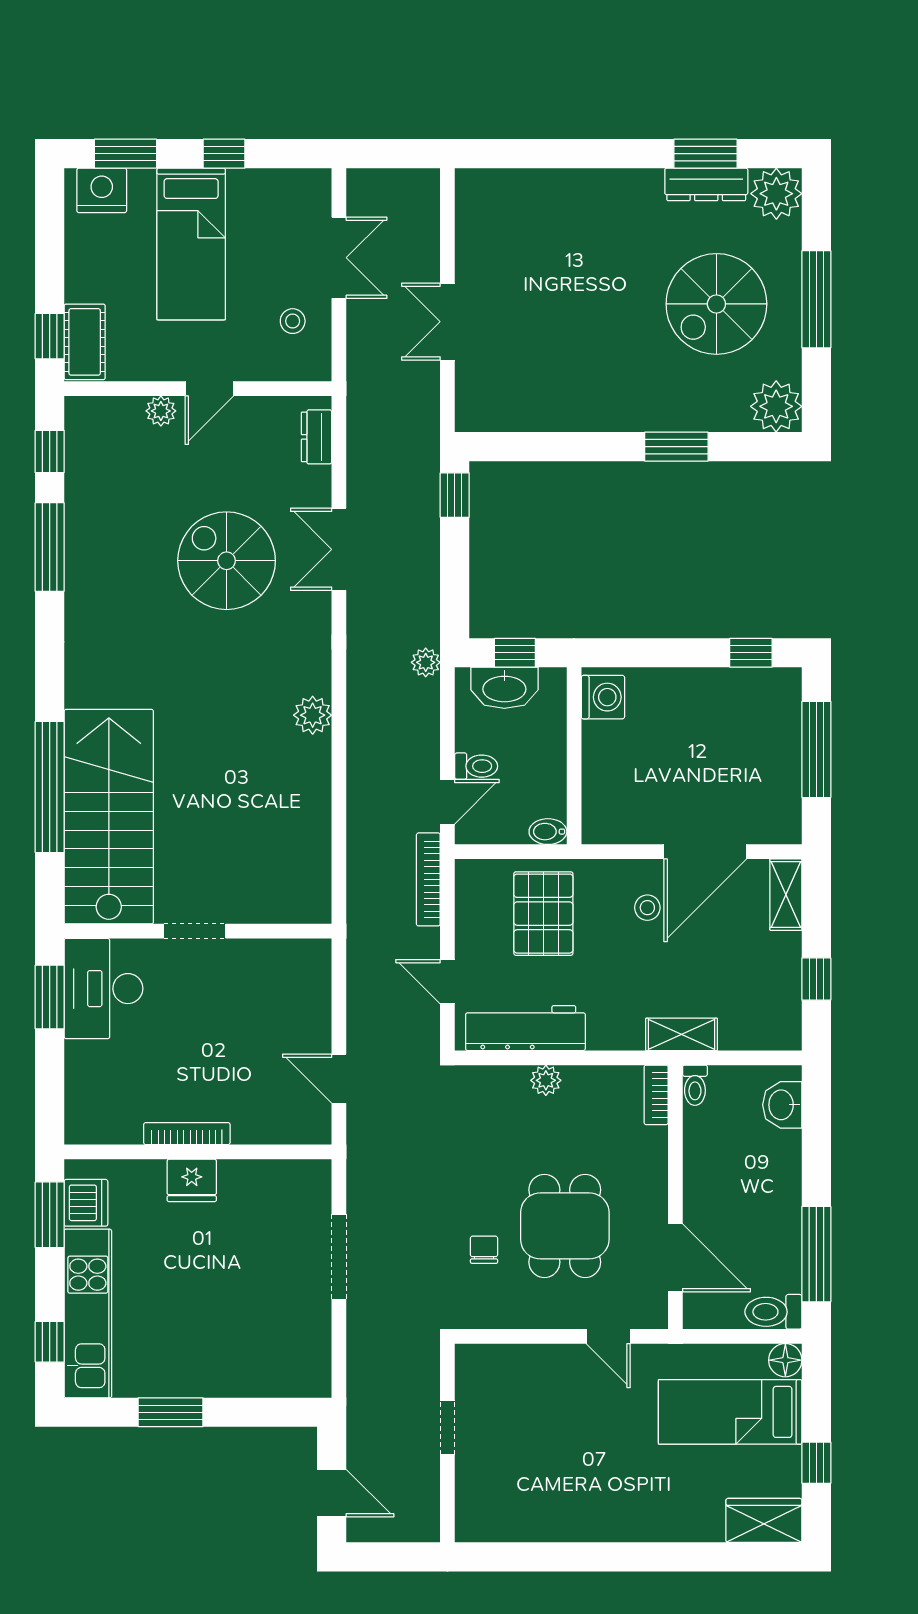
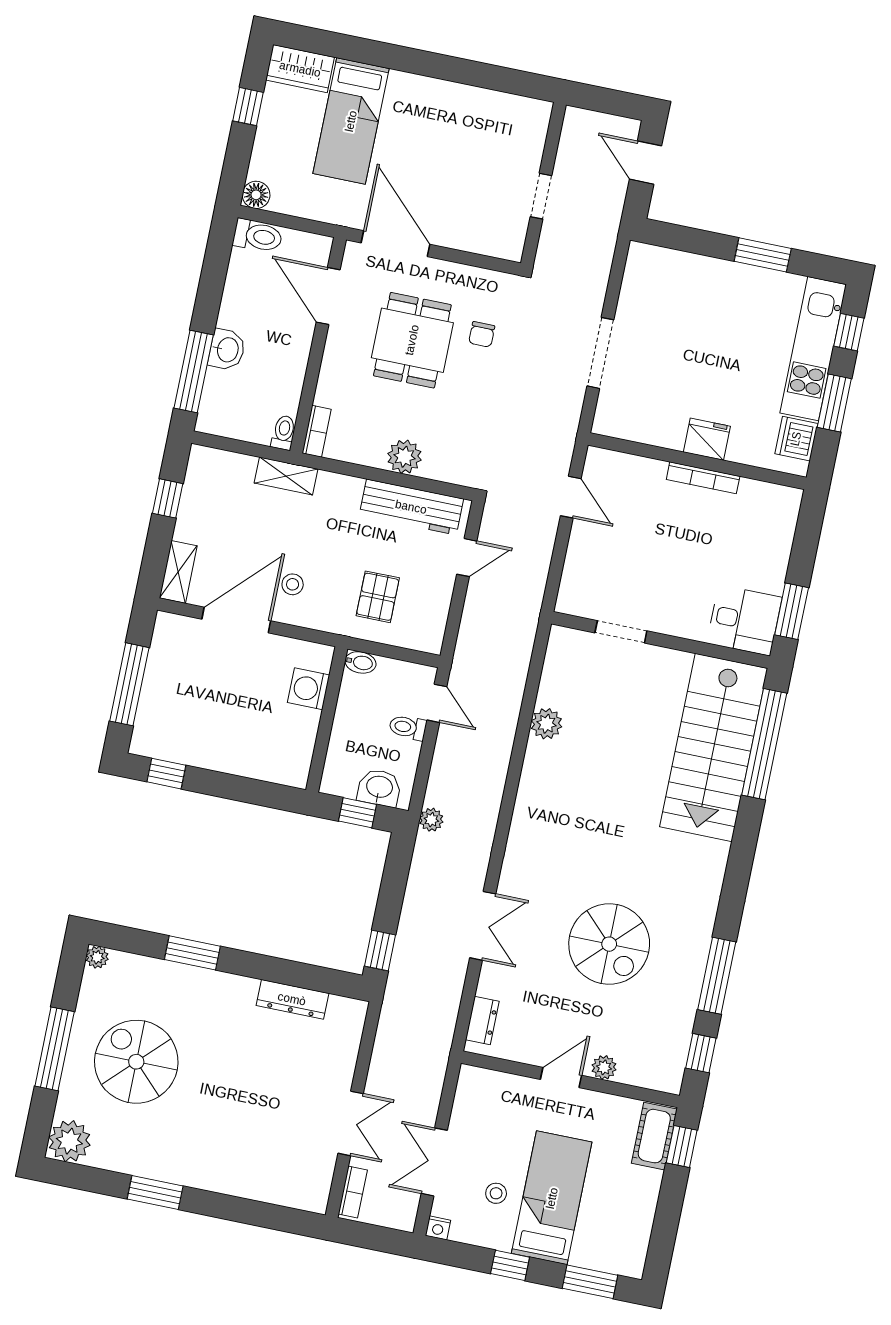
window: (705, 154) -> (155, 1192), moved
dresser: (706, 184) -> (292, 999), moved, turned 180
nightstand: (102, 190) -> (438, 1228), moved, width x0.53, depth x0.56
spiral stairs: (716, 304) -> (136, 1062), turned -90
stool: (293, 321) -> (496, 1193), moved
double door: (447, 322) -> (351, 1123), moved
plant: (776, 406) -> (97, 957), width x0.53, depth x0.53
spiral stairs: (227, 561) -> (609, 944), moved
washbasin: (504, 688) -> (379, 788), width x0.72
washing machine: (603, 697) -> (309, 689), moved
plant: (313, 715) -> (546, 724), moved
window: (50, 787) -> (764, 744), moved
door: (447, 802) -> (437, 703), swing flipped
bookcase: (428, 879) -> (353, 1192), moved, width x0.64
pallet: (543, 914) -> (378, 597), width x0.67, depth x0.71
doorway: (195, 931) -> (621, 632), moved
door: (447, 982) -> (467, 558), hinge flipped
desk: (103, 989) -> (744, 620), width x0.73
plant: (546, 1080) -> (404, 457), width x1.38, depth x1.38
washbasin: (782, 1105) -> (227, 350), moved
window: (50, 1215) -> (834, 403), moved
window: (816, 1254) -> (194, 371), moved
door: (608, 1336) -> (396, 244), width x1.87
bed: (730, 1412) -> (351, 121), moved, turned 90

